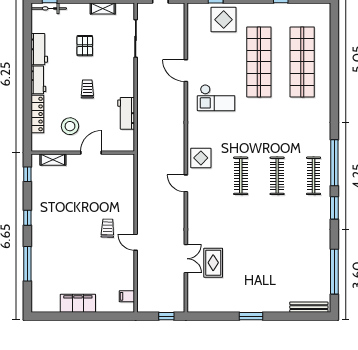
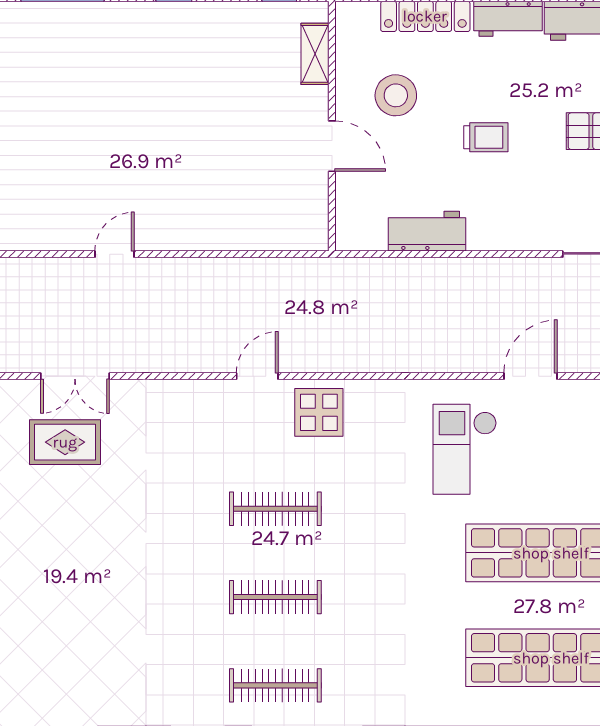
trolley: (108, 228) -> (149, 186), removed

